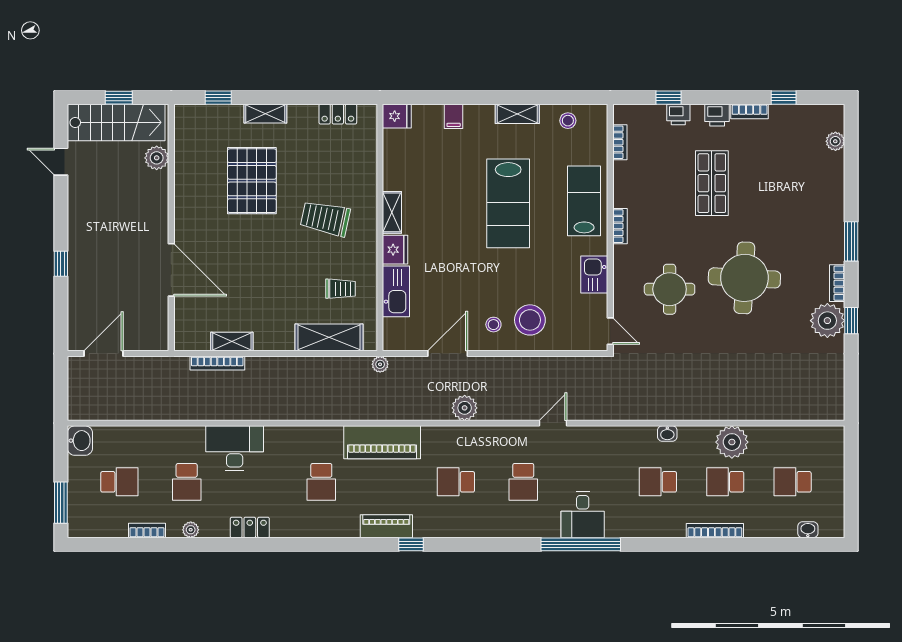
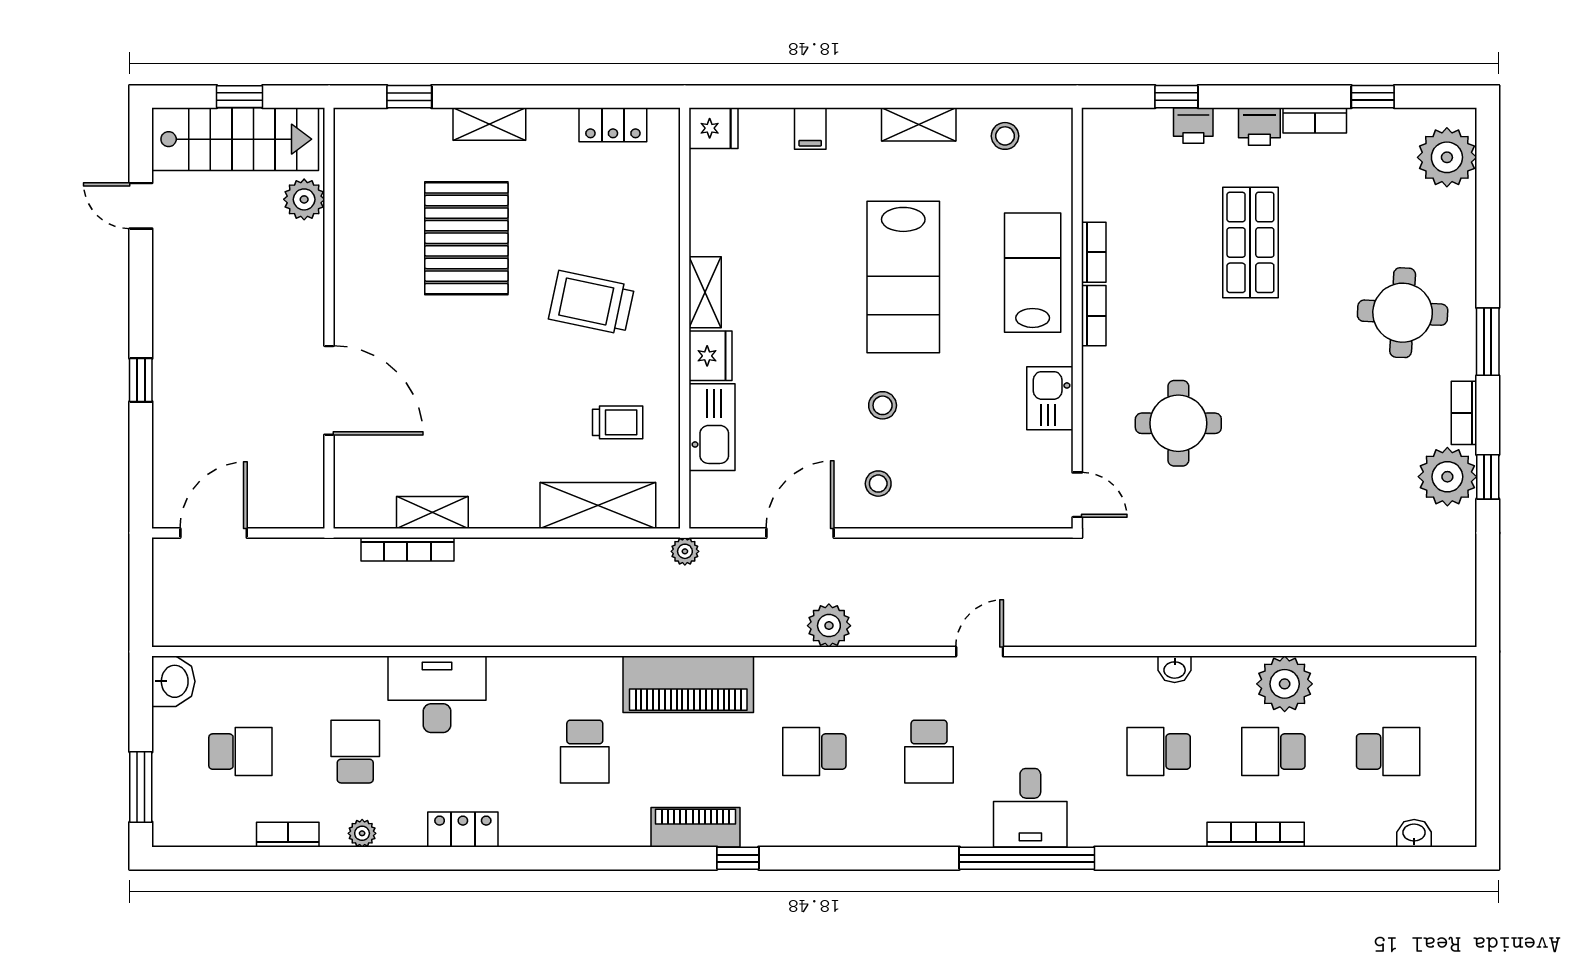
plant: (835, 141) -> (1447, 157), width x1.88, depth x1.88
bookcase: (620, 142) -> (1094, 252), moved
round table: (744, 278) -> (1403, 313), moved, width x0.73, depth x0.73
stool: (530, 320) -> (883, 405), moved, width x0.53, depth x0.53
school desk: (187, 482) -> (355, 752), turned 180
school desk: (793, 482) -> (1388, 752), turned 180

